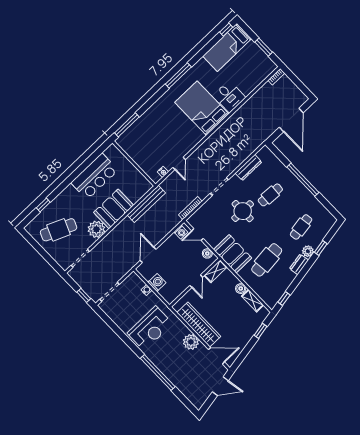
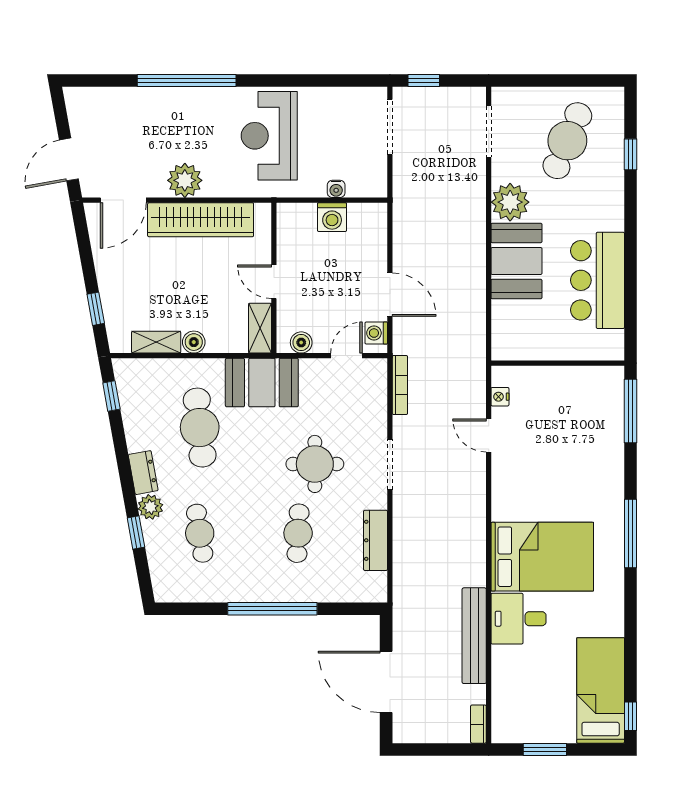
window: (178, 76) -> (631, 533), moved
bench: (146, 204) -> (474, 636), moved
door: (148, 255) -> (390, 295), moved

